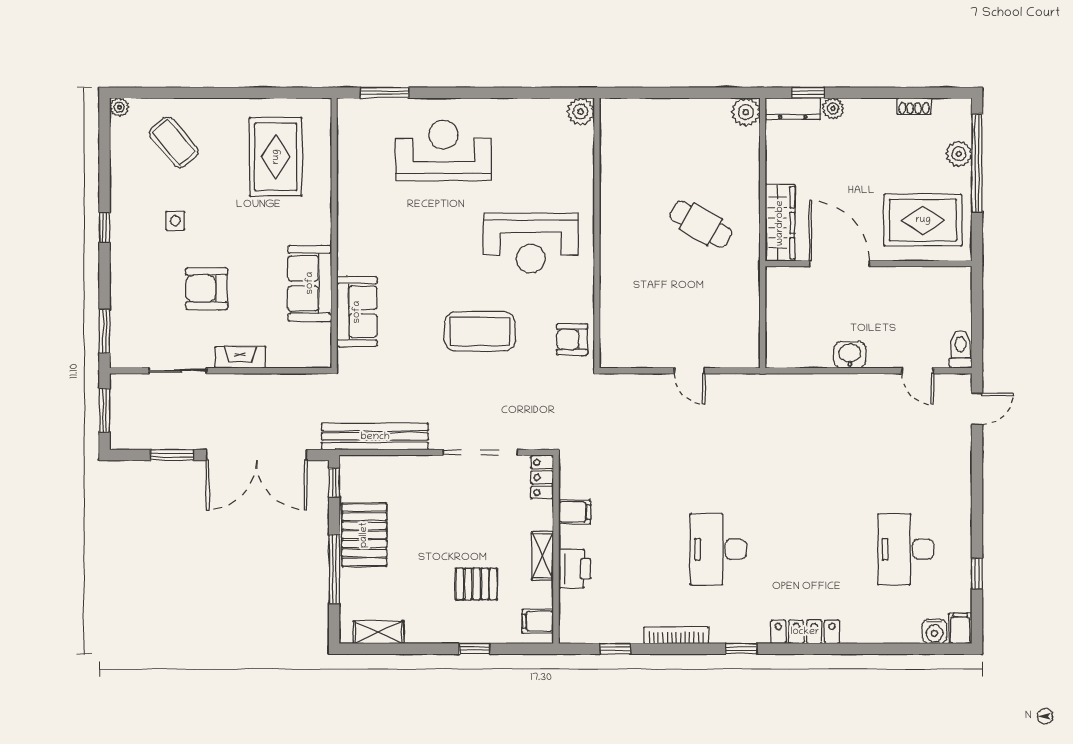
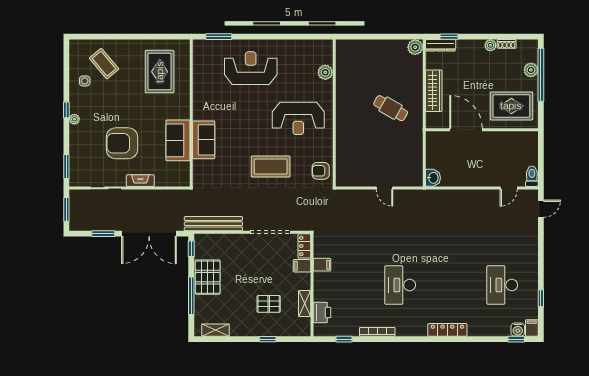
plant: (119, 107) -> (74, 119), moved
plant: (833, 108) -> (490, 45), moved
plant: (581, 112) -> (325, 72), moved
side table: (175, 221) -> (85, 81), moved
wardrobe: (780, 223) -> (434, 91), moved
armchair: (207, 289) -> (122, 143), width x1.36, depth x1.36
sofa: (357, 312) -> (204, 140), moved
washbasin: (850, 355) -> (433, 178), moved, turned 90
door: (918, 371) -> (509, 188), hinge flipped
shelving: (543, 556) -> (305, 303), moved
printer: (574, 569) -> (322, 313), moved
filing cabinet: (538, 621) -> (302, 266), moved
window: (741, 649) -> (516, 339), moved

